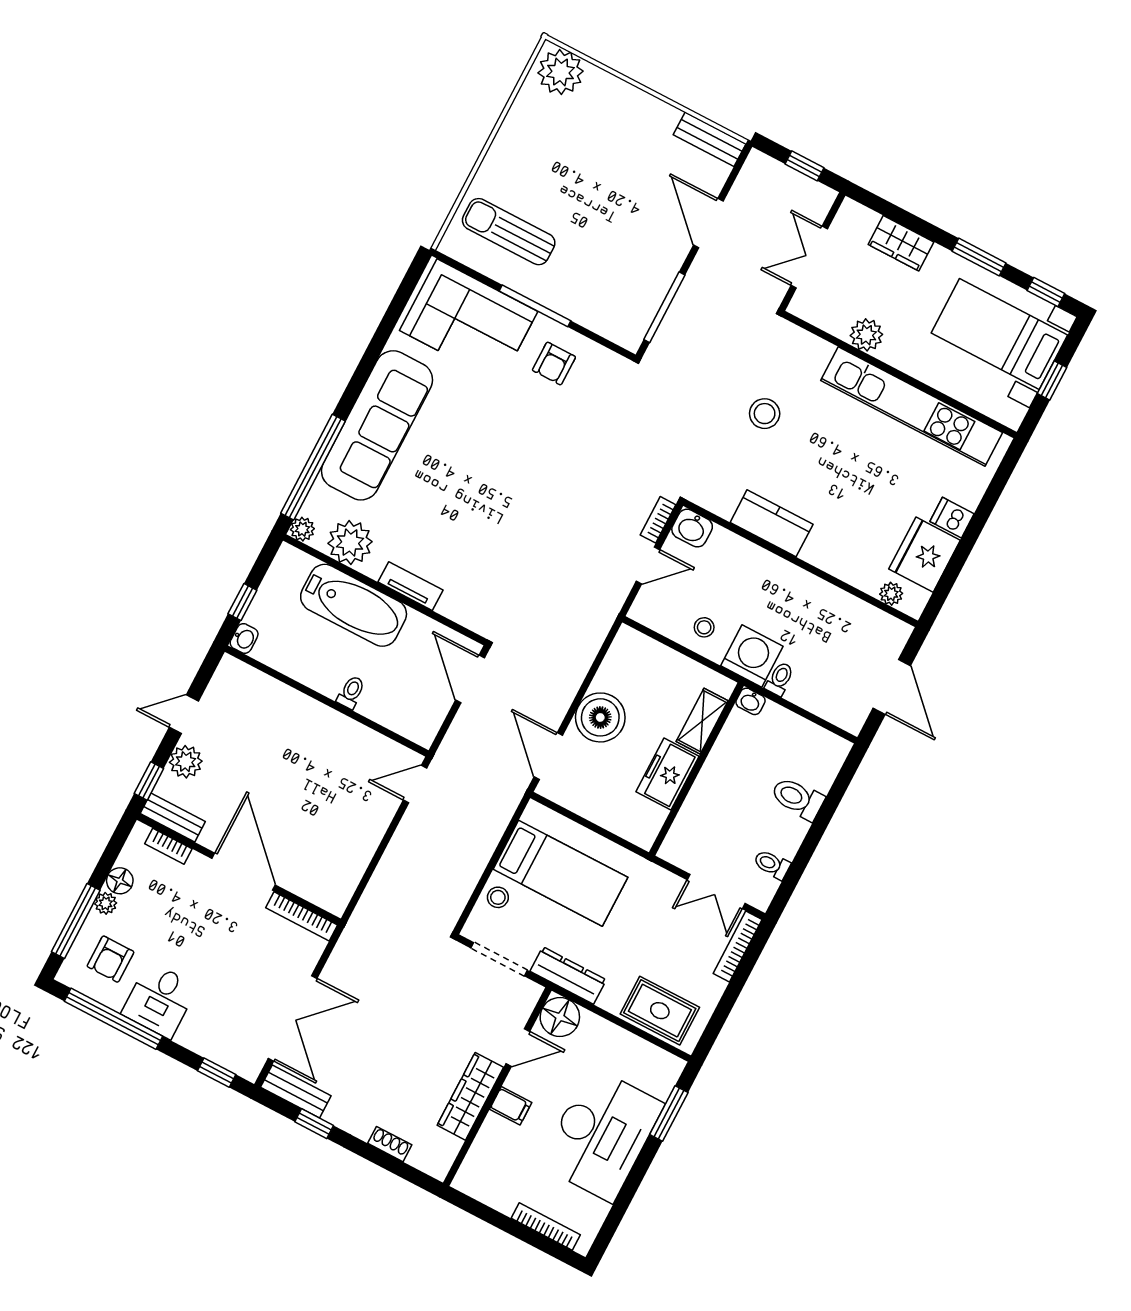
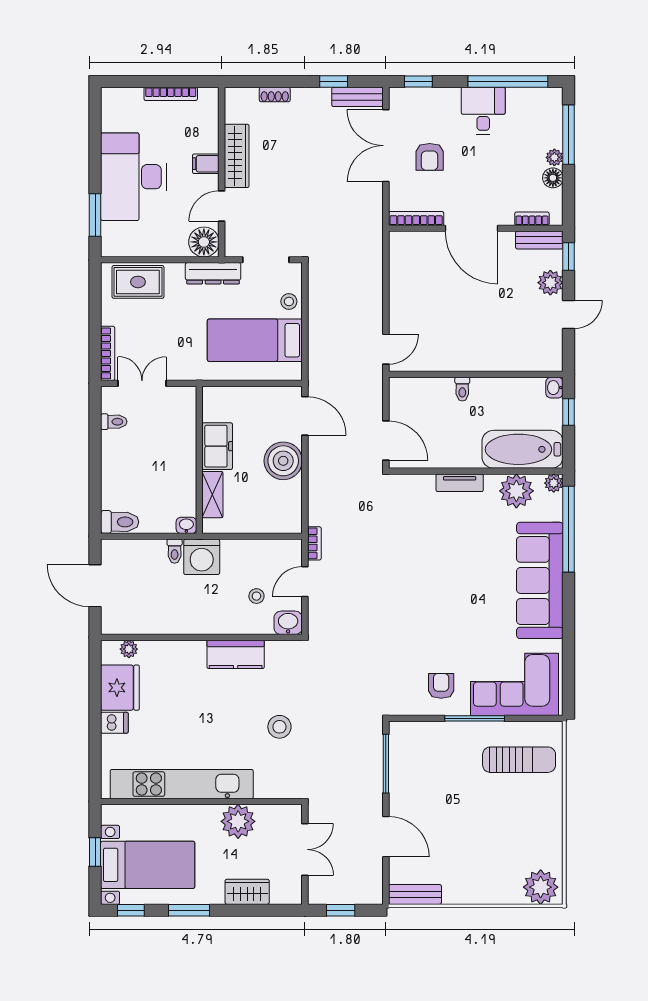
plant: (866, 335) -> (238, 821), width x1.36, depth x1.36
bookcase: (658, 520) -> (314, 543), moved
bathtub: (354, 605) -> (523, 449), moved
stool: (704, 627) -> (256, 596), moved
toilet: (797, 798) -> (120, 522), moved
armchair: (110, 959) -> (430, 157), moved, turned 180
bookcase: (546, 1227) -> (171, 94), moved

